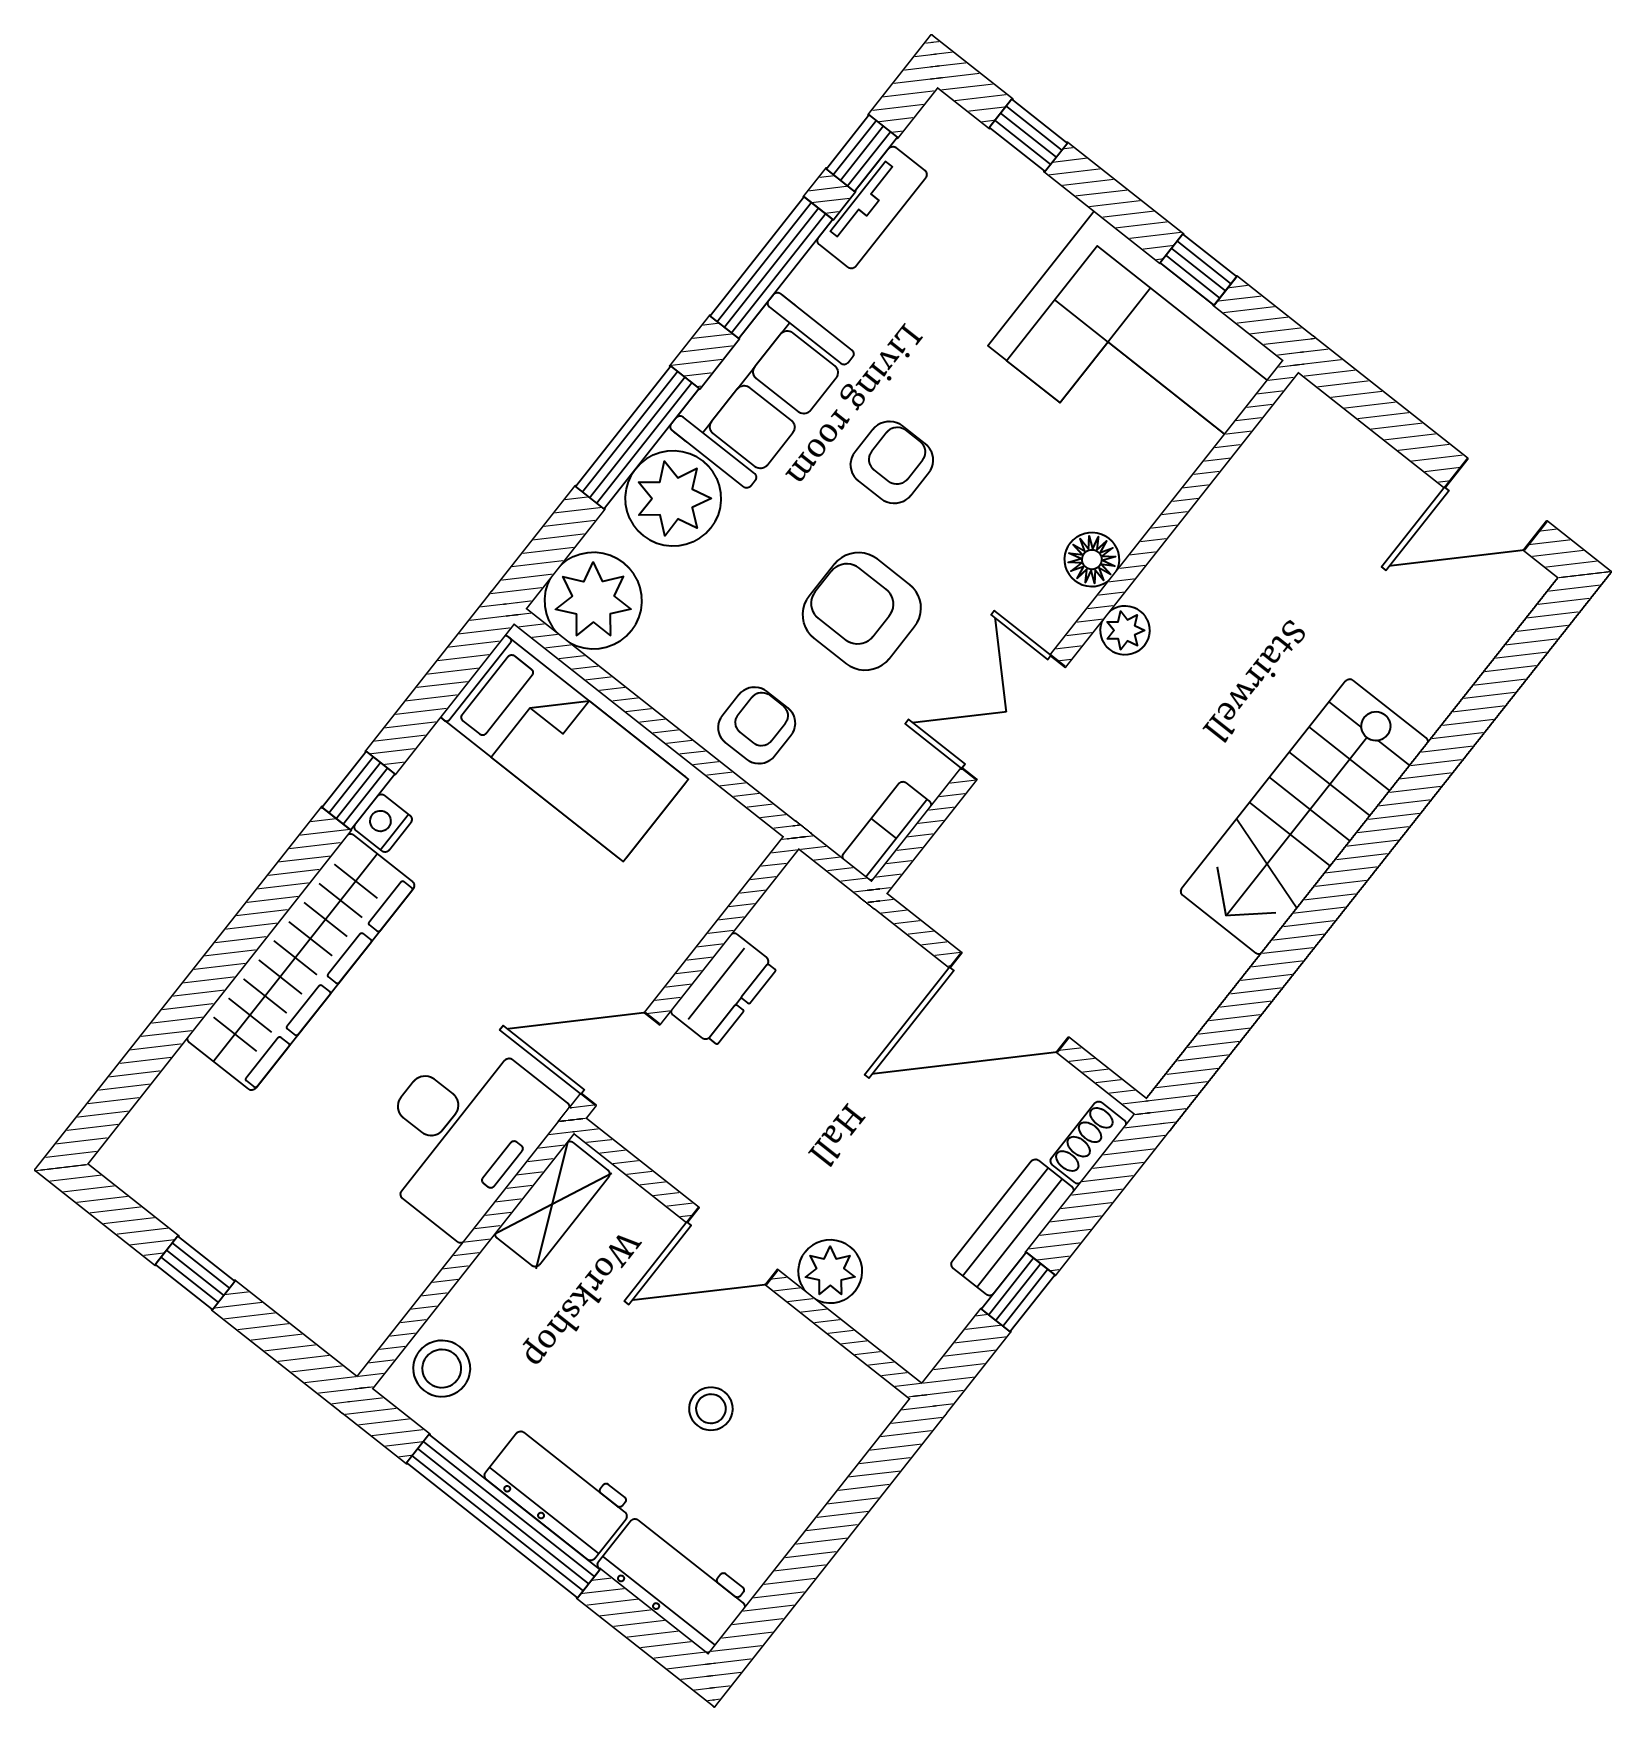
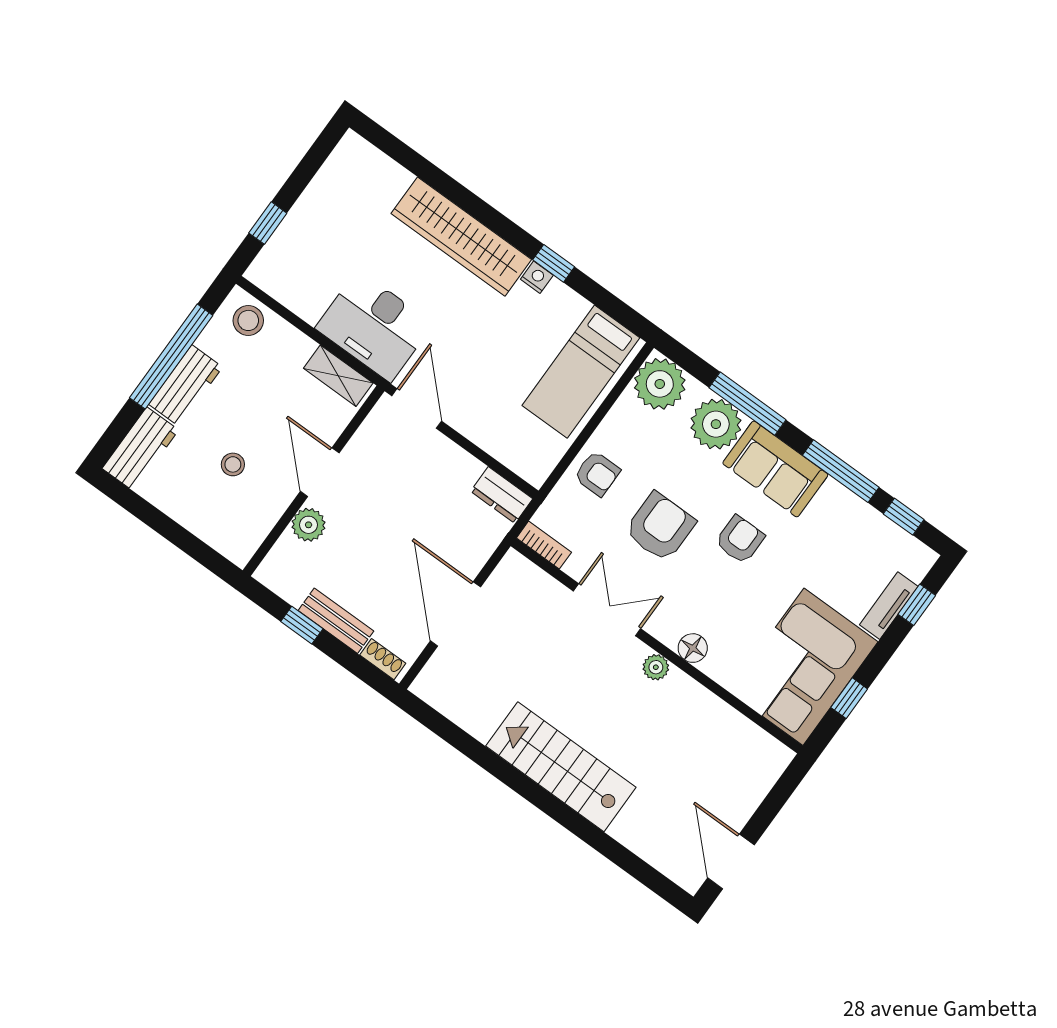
tv unit: (872, 208) -> (889, 606), moved, turned 90
armchair: (892, 462) -> (740, 540), turned -90
dresser: (724, 989) -> (502, 495), moved
window: (195, 1273) -> (268, 223), moved

